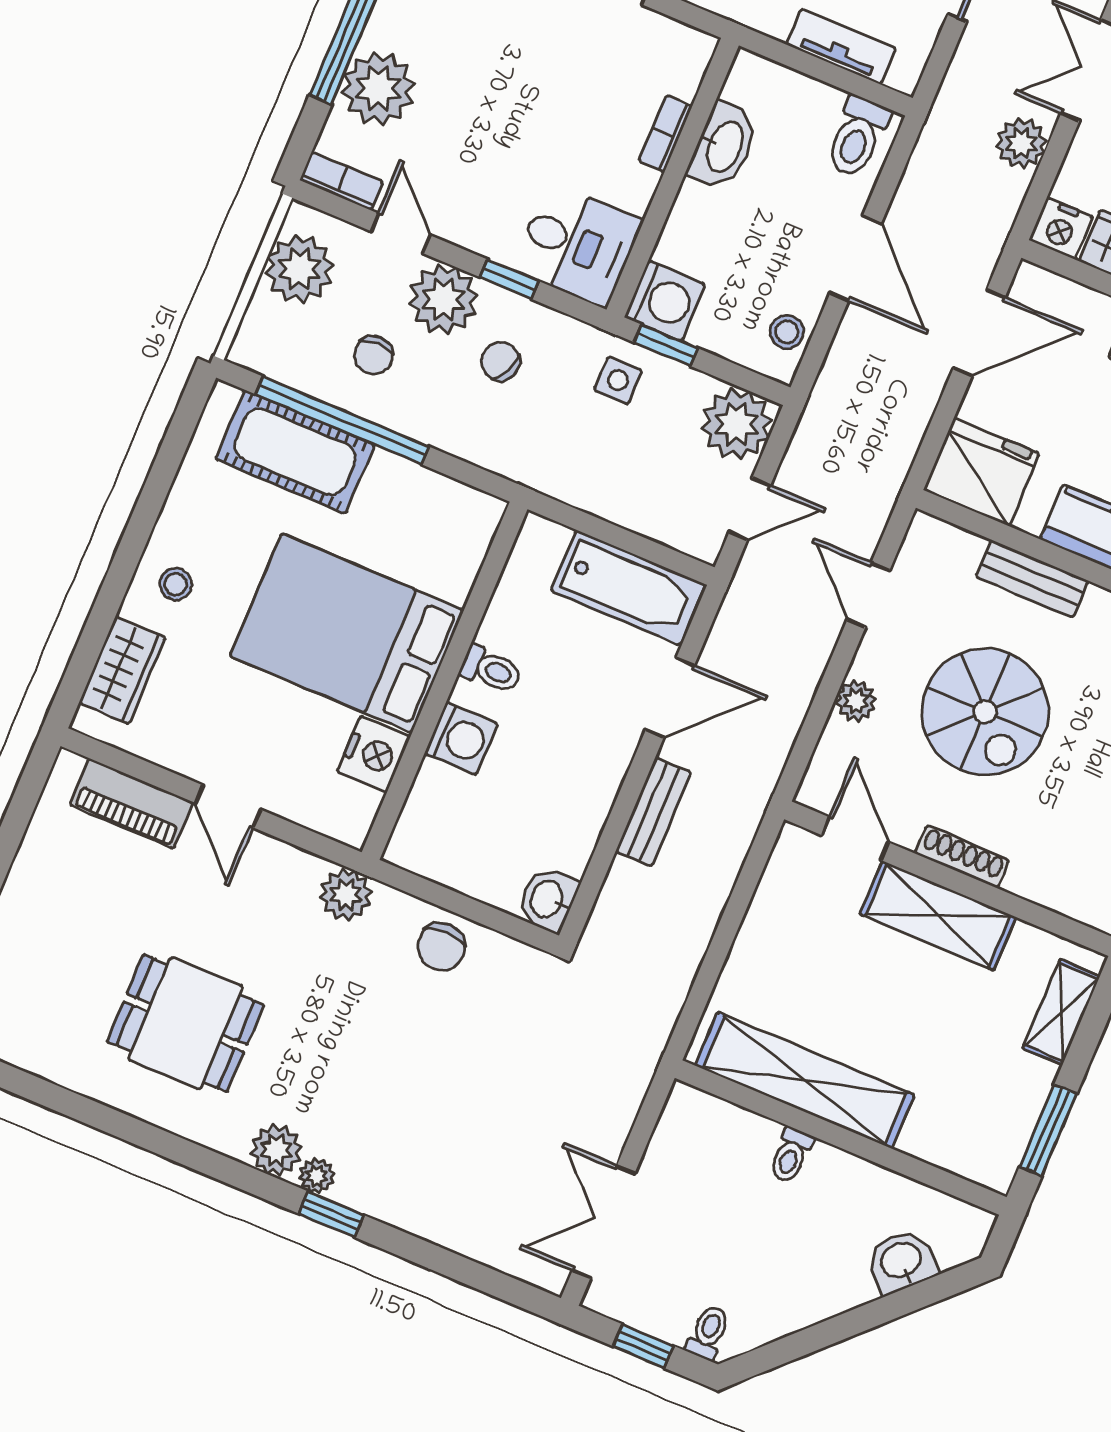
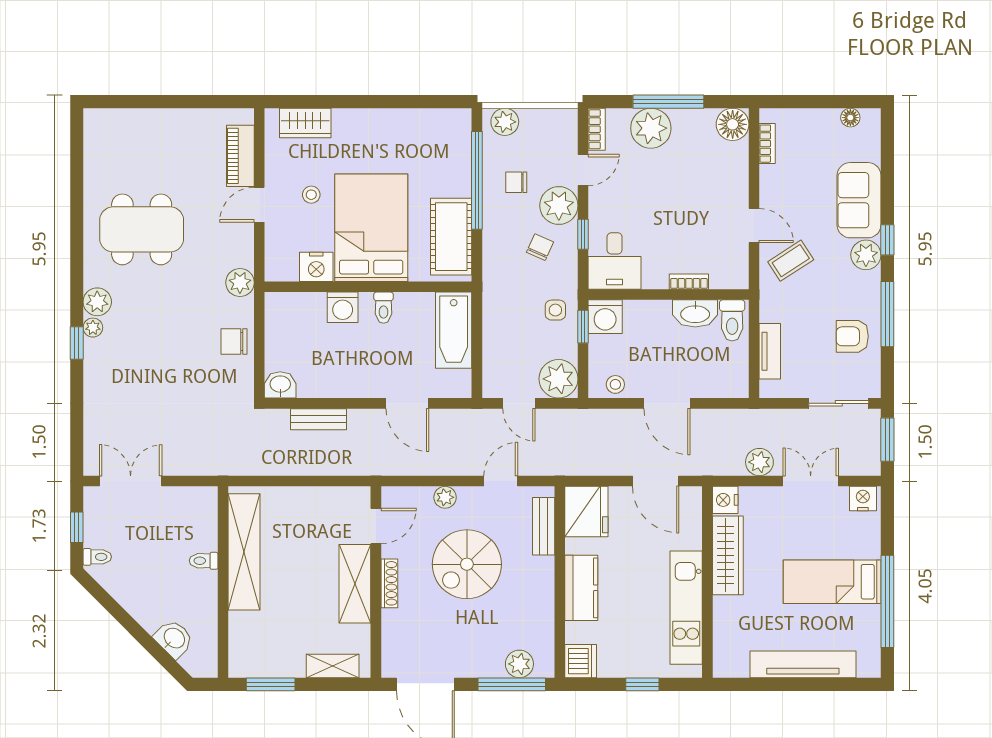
toilet: (857, 137) -> (732, 320), moved, turned -90
door: (856, 258) -> (667, 403), hinge flipped
plant: (299, 269) -> (505, 122), moved, width x0.73, depth x0.73
cot: (295, 452) -> (451, 237), moved
bench: (1032, 579) -> (544, 526), moved
stool: (176, 584) -> (311, 195), moved
bathtub: (628, 588) -> (454, 330), moved
bench: (653, 812) -> (319, 419), moved
dining table: (185, 1023) -> (142, 229), width x1.38

